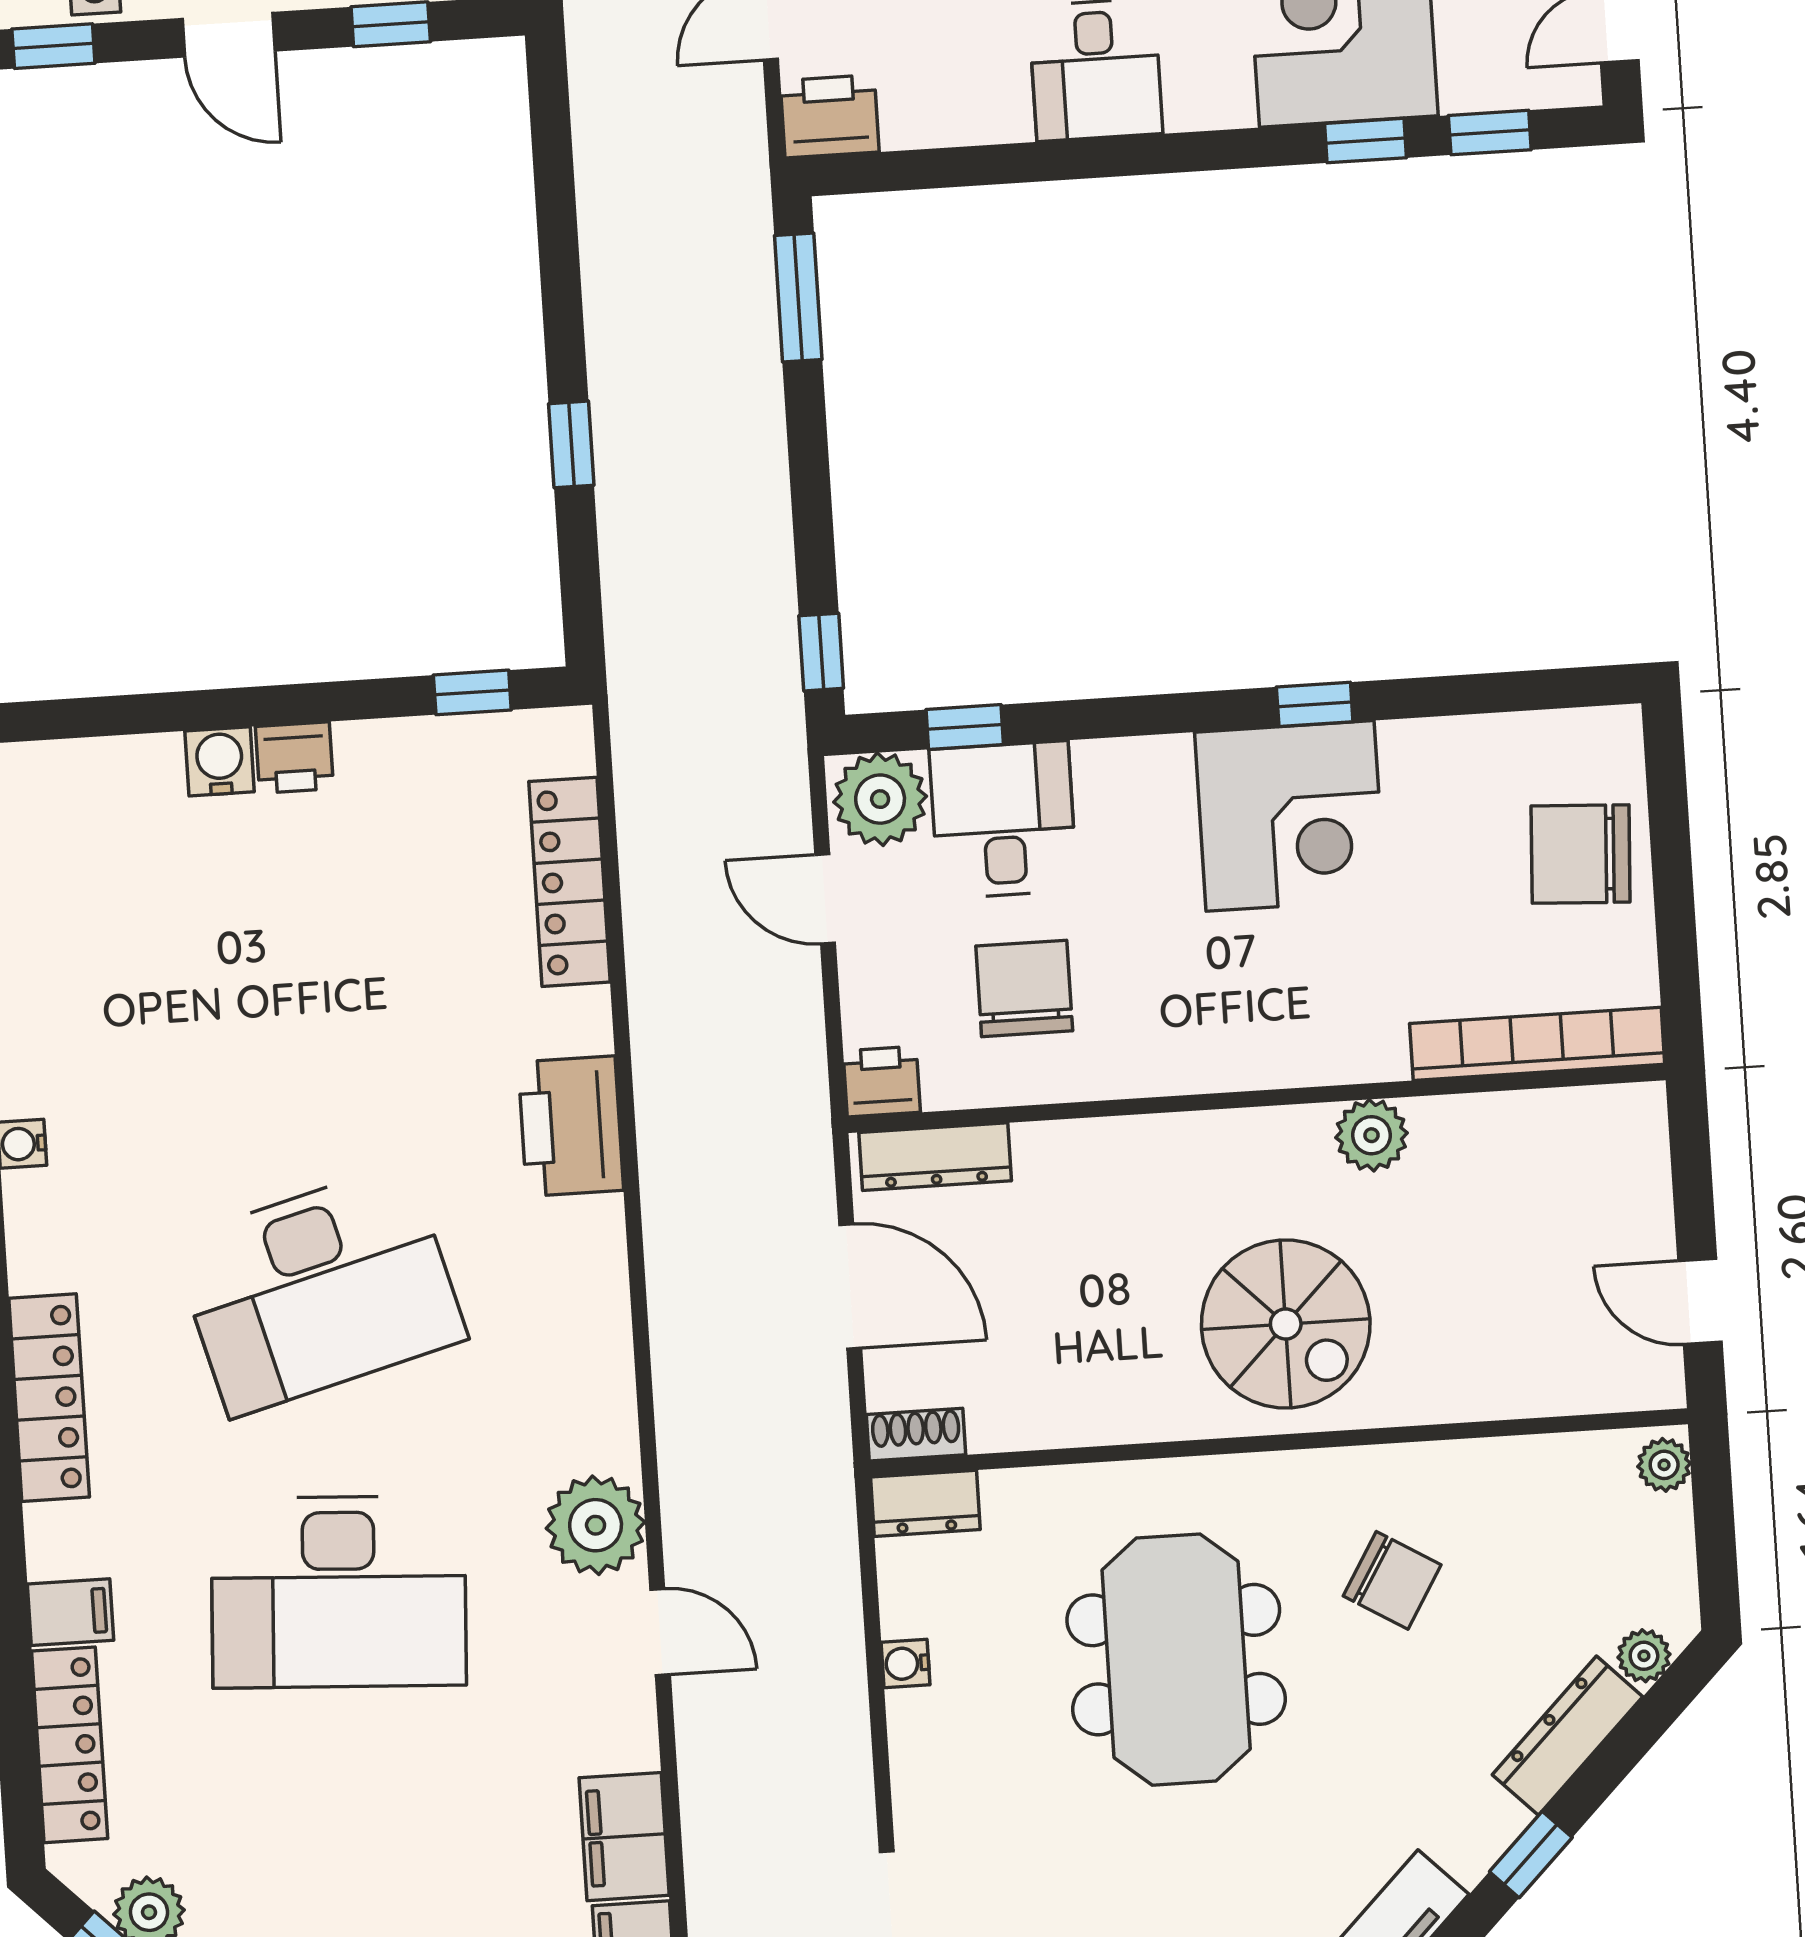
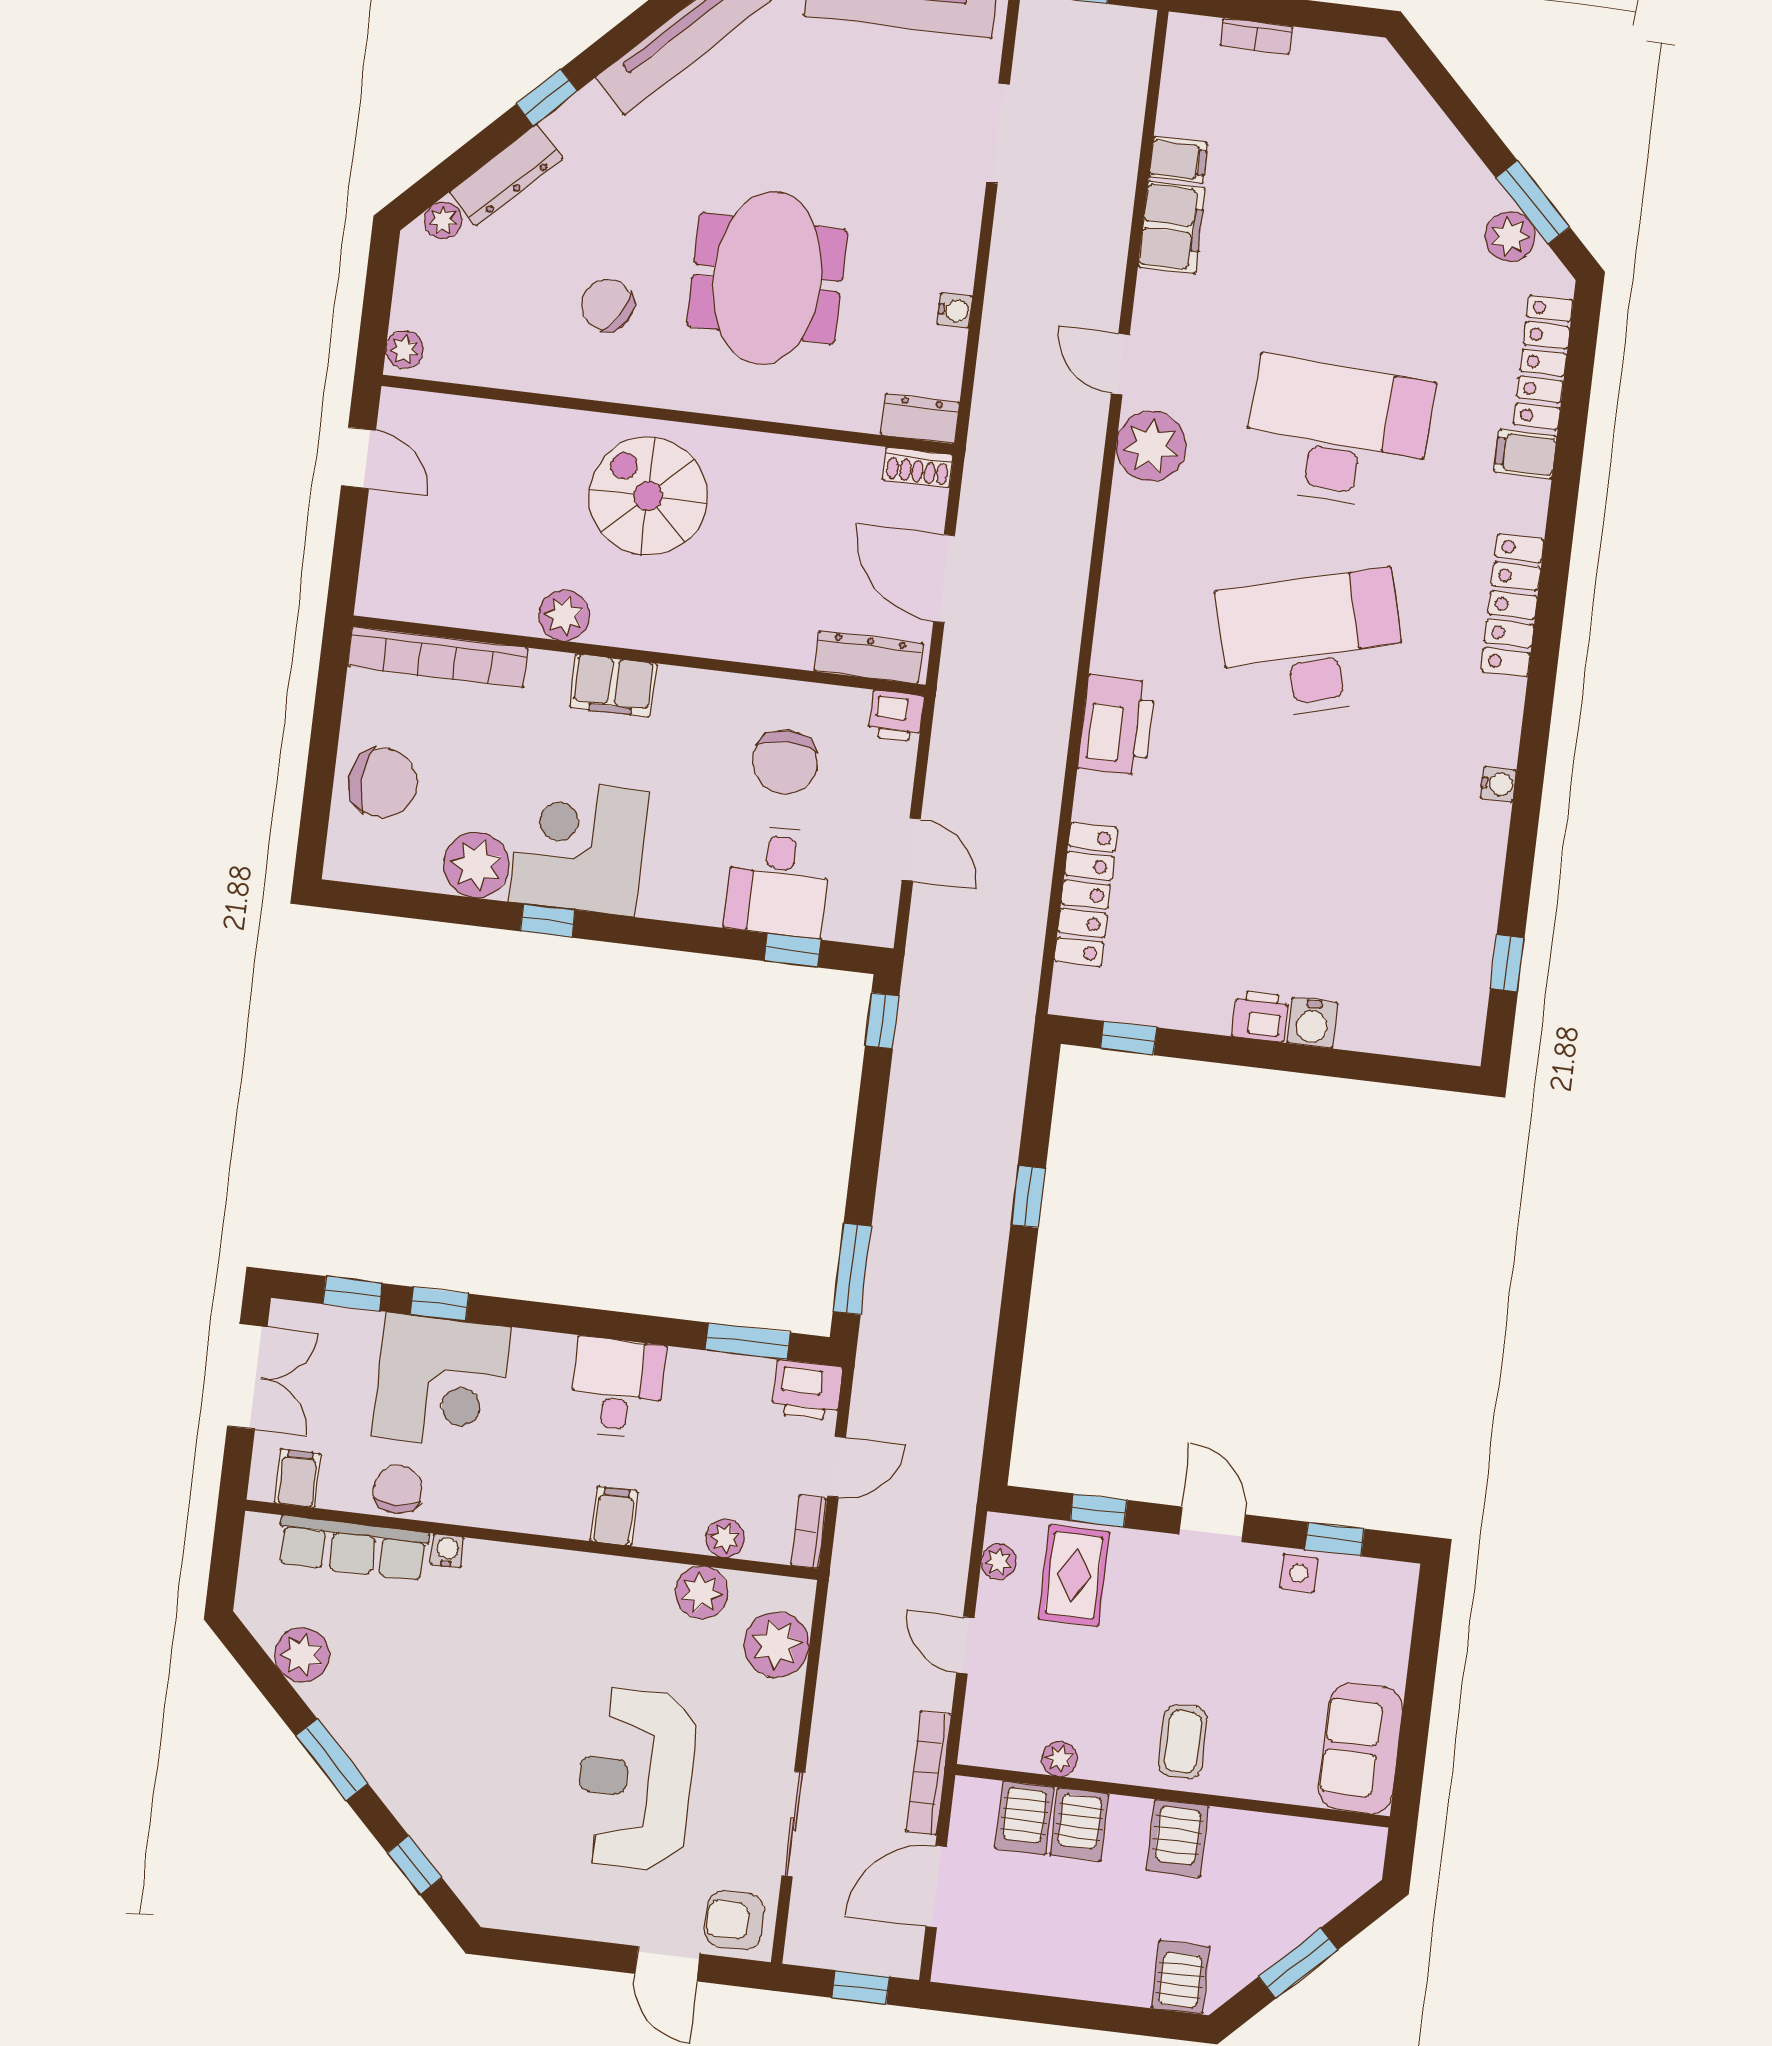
window: (925, 169) -> (748, 1341), added
plant: (880, 799) -> (476, 865), moved
filing cabinet: (1285, 1050) -> (613, 685), added

